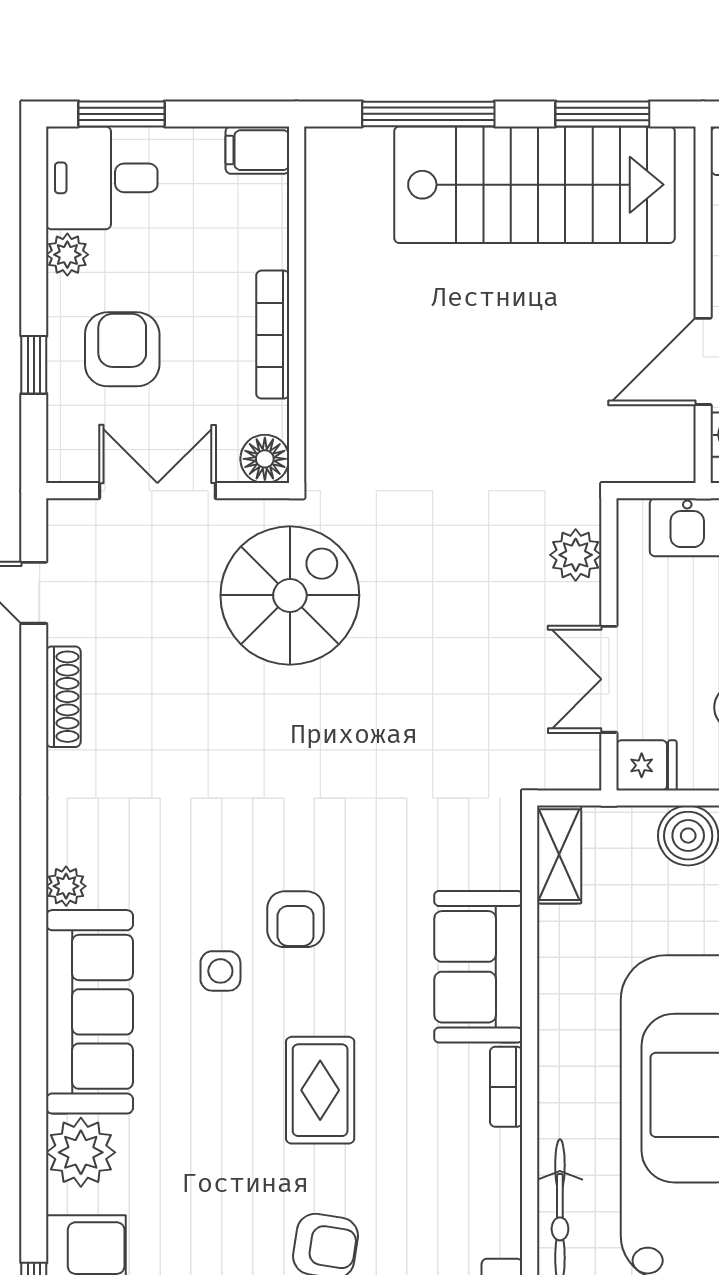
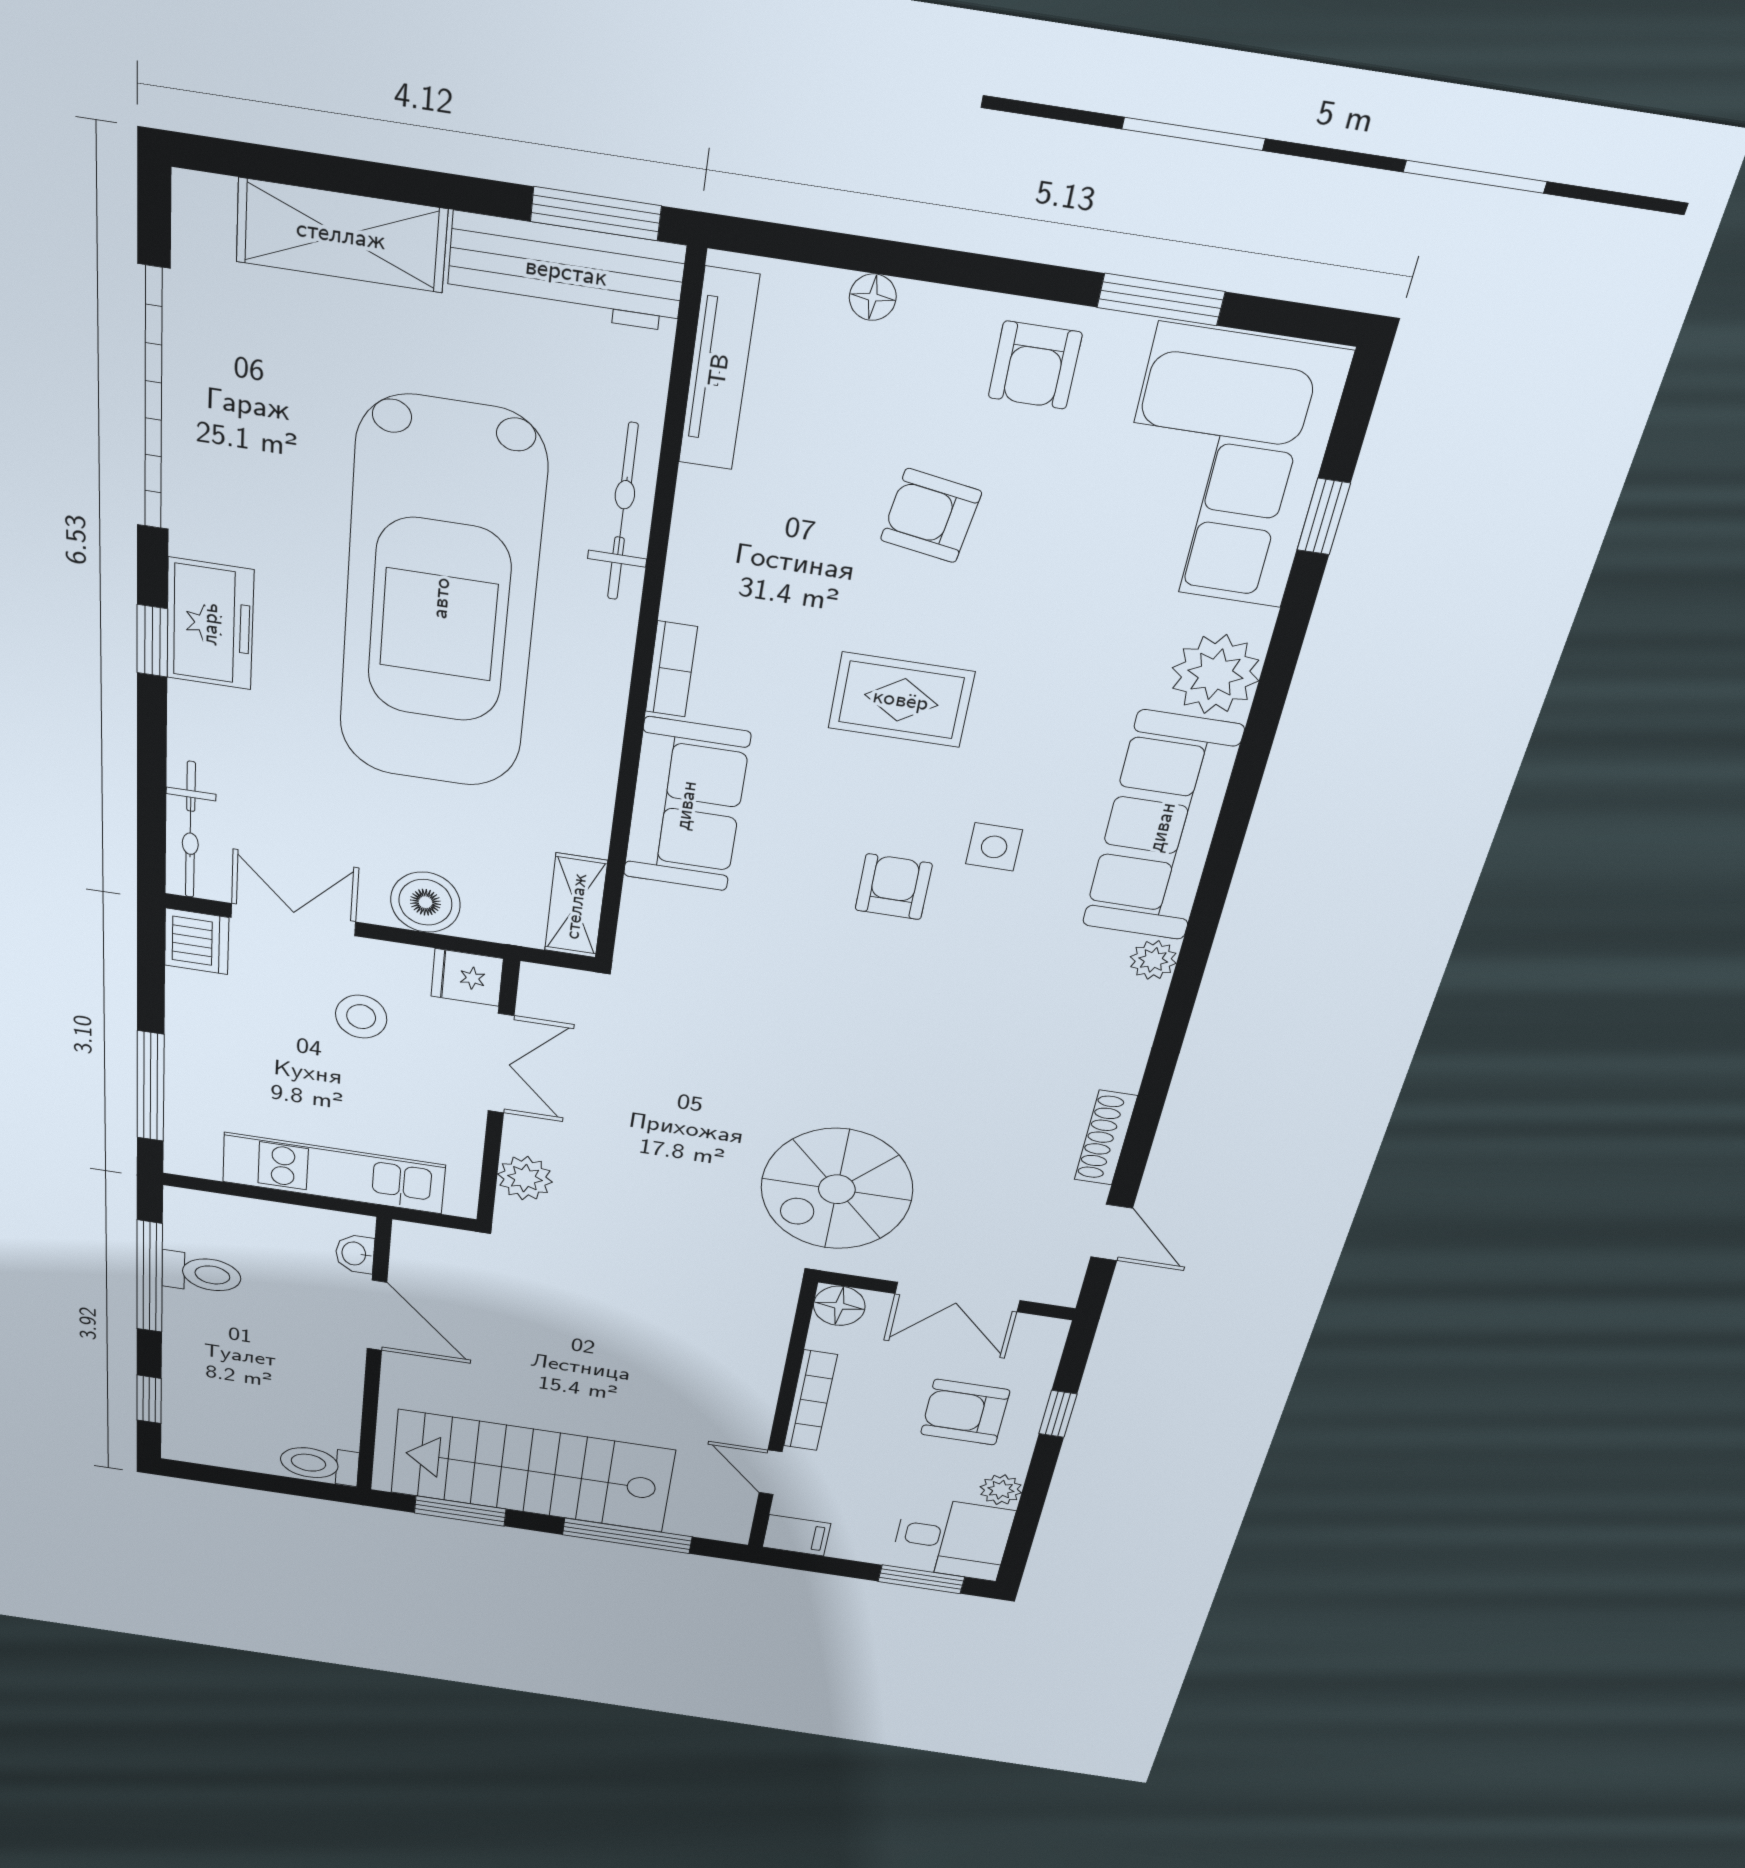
door: (297, 232) -> (771, 1472), added
armchair: (122, 349) -> (965, 1412), turned 90
door: (703, 361) -> (377, 1315), hinge flipped
rug: (320, 1090) -> (901, 700), turned 90

